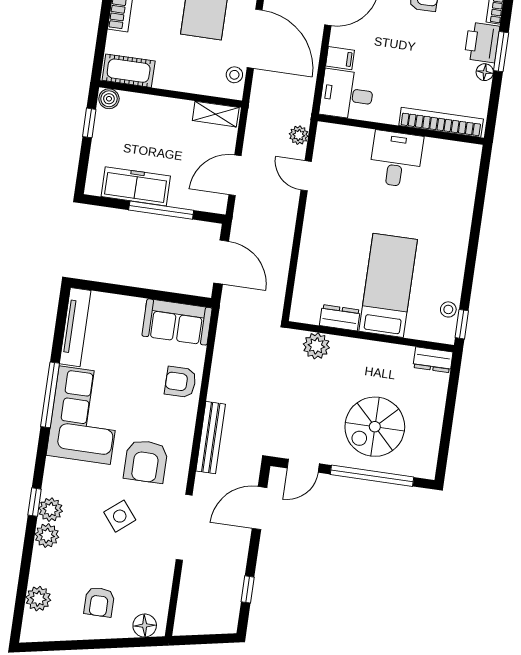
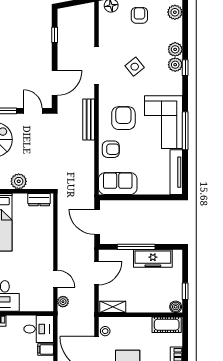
dresser: (340, 318) -> (39, 200), moved
plant: (316, 346) -> (19, 181), moved
armchair: (146, 461) -> (123, 118), moved
door: (303, 466) -> (33, 111), hinge flipped

